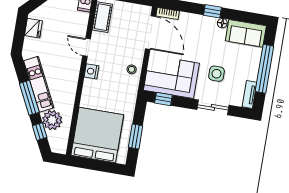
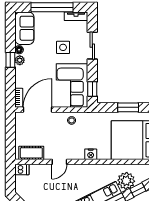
plant: (210, 22) -> (20, 60), added
nightstand: (92, 71) -> (91, 154), moved

